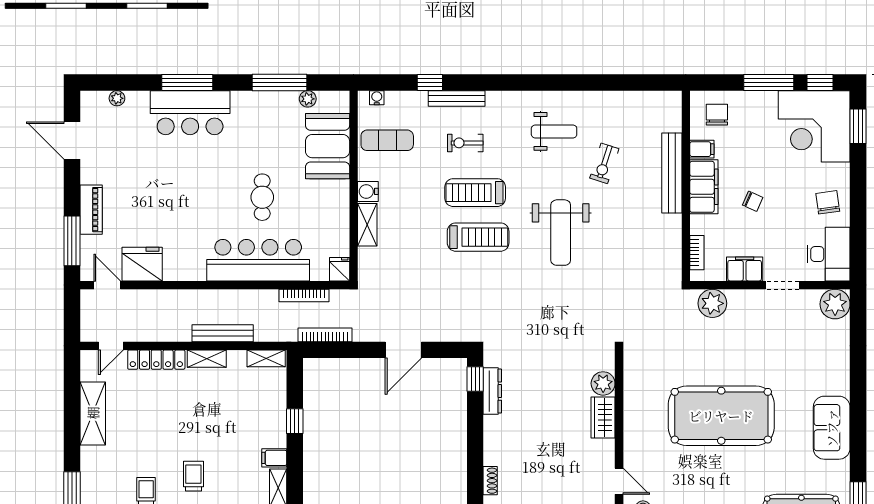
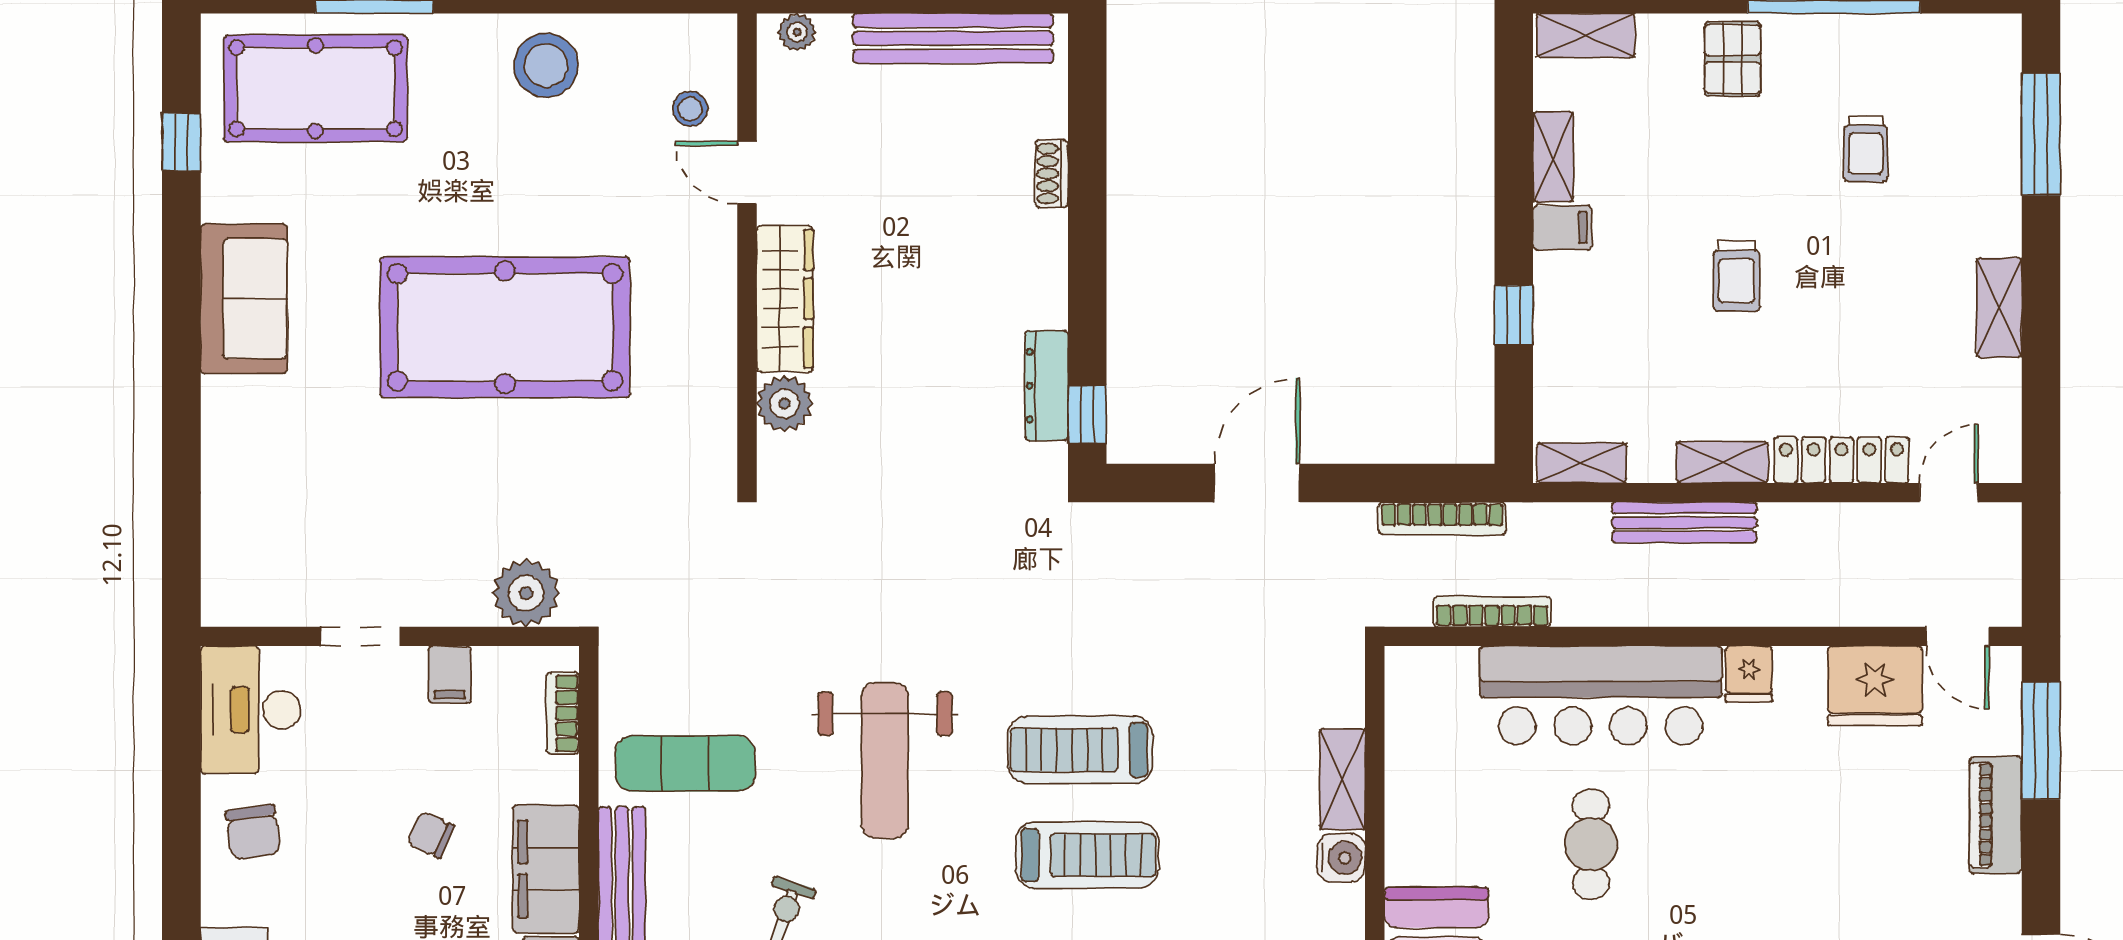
exercise mat: (645, 231) -> (685, 763), added
weight bench: (561, 233) -> (885, 760), turned 180
fridge: (340, 269) -> (1749, 674), moved
filing cabinet: (745, 269) -> (450, 675), width x0.50
plant: (835, 304) -> (236, 592), removed
shelving: (93, 413) -> (1999, 308), width x0.67, depth x0.75
wardrobe: (603, 418) -> (785, 299), width x1.50
trolley: (193, 476) -> (1736, 276), moved

